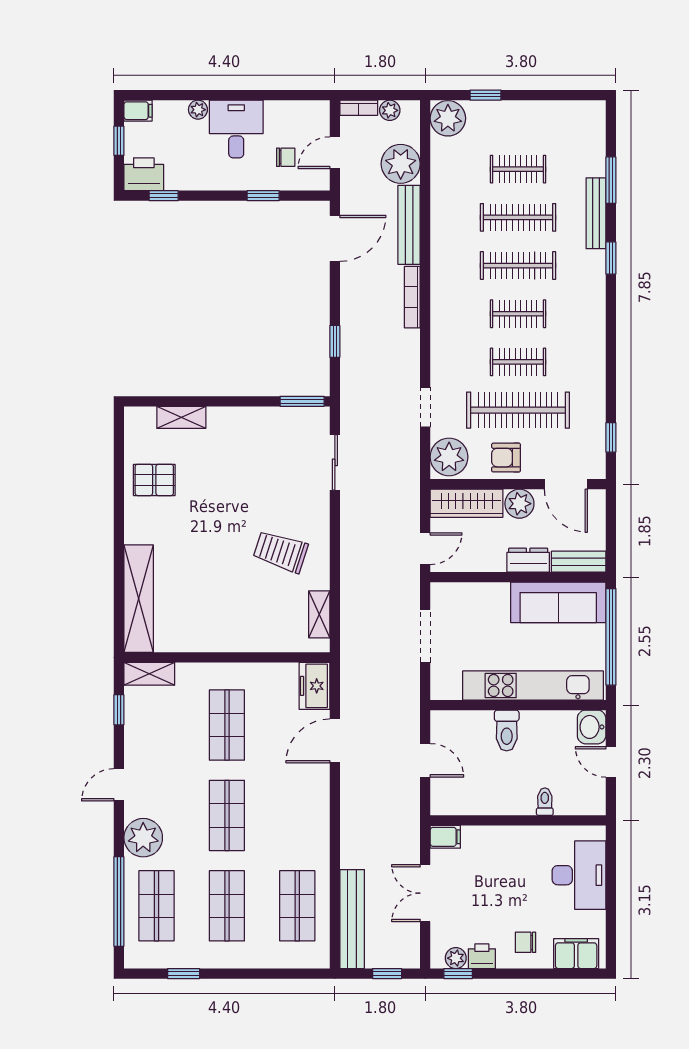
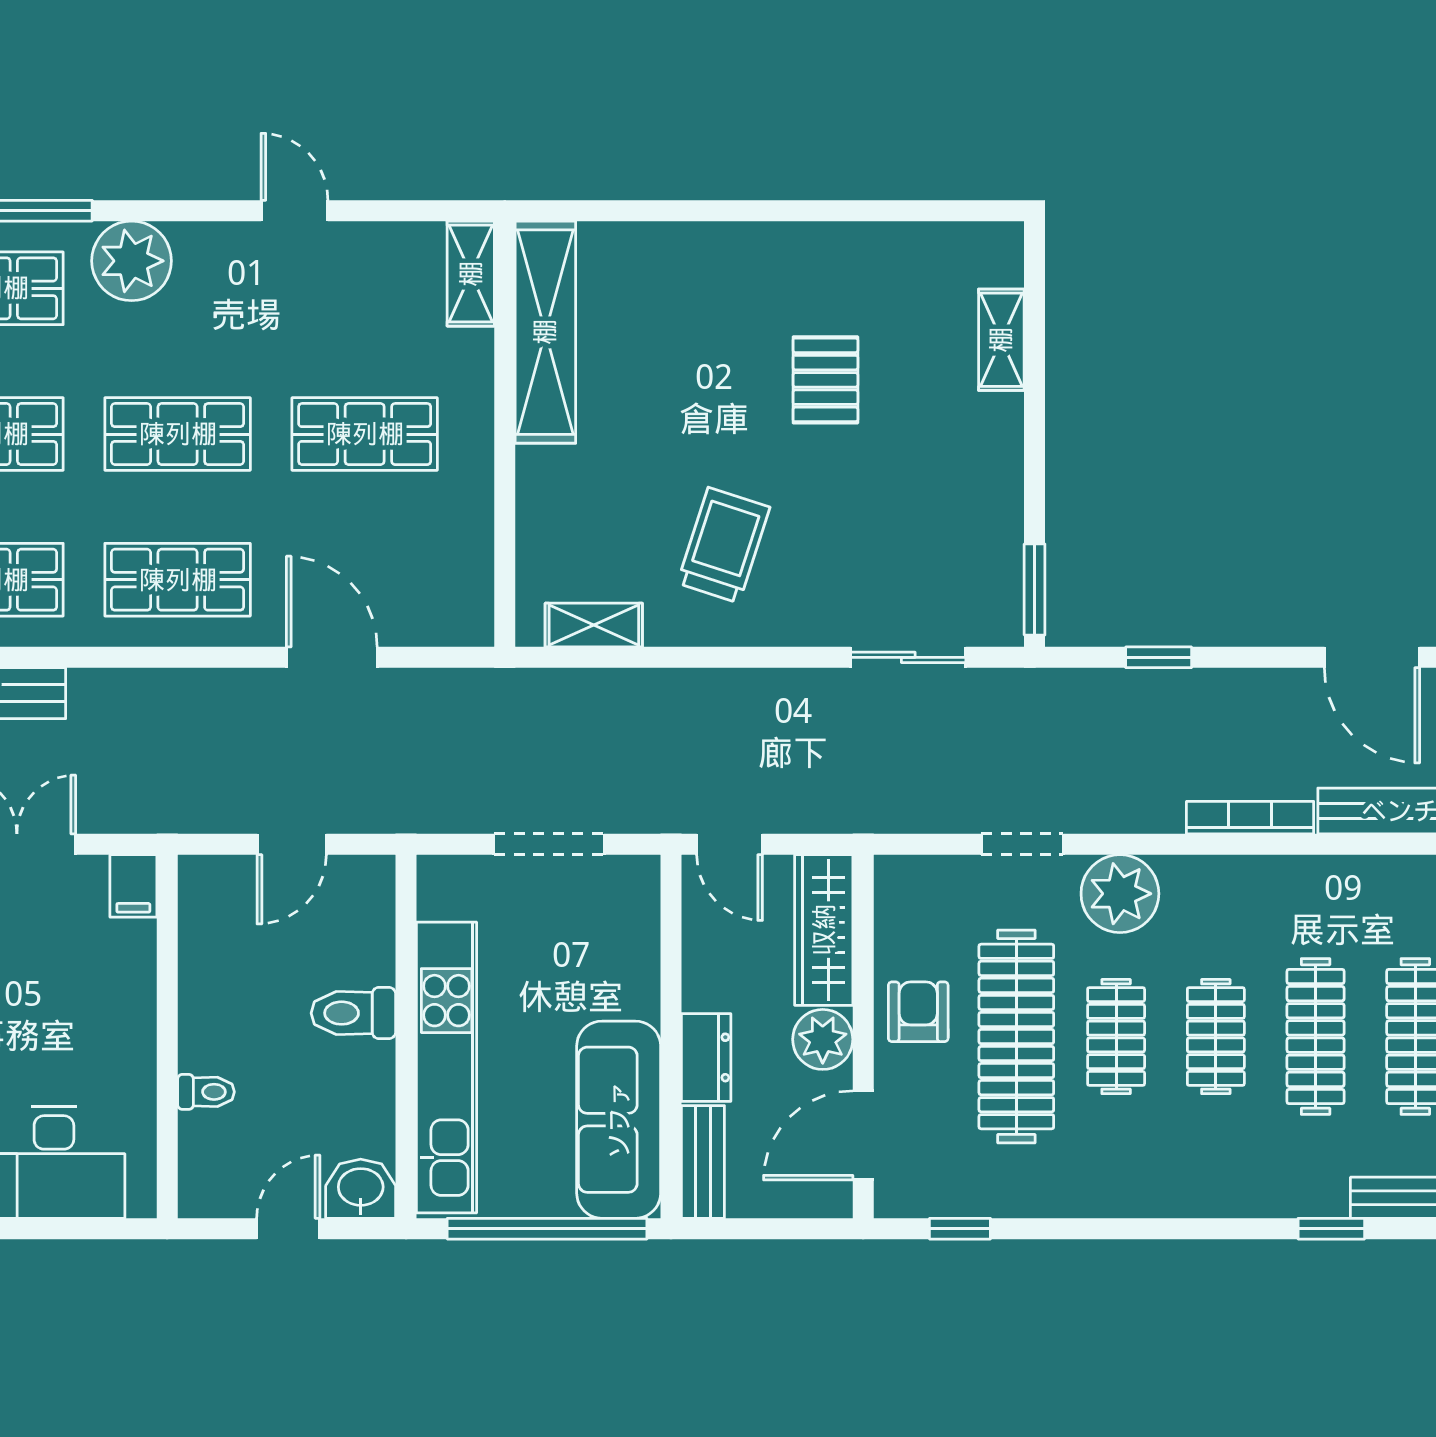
plant: (449, 457) -> (1120, 894), moved
pallet: (154, 480) -> (825, 380), moved
shelving: (139, 599) -> (545, 332), moved, turned 90
freezer: (315, 686) -> (446, 615), removed
window: (119, 710) -> (396, 211), removed
door: (119, 785) -> (295, 211), moved
shop shelf: (297, 815) -> (178, 580), added

